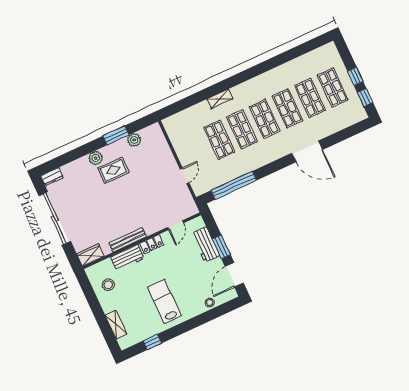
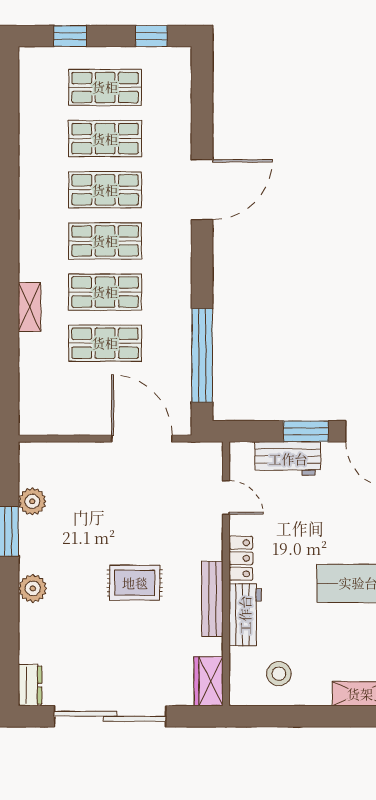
window: (355, 76) -> (70, 36), moved
rug: (113, 170) -> (135, 583), moved, turned 90
door: (184, 176) -> (142, 439), width x1.88

